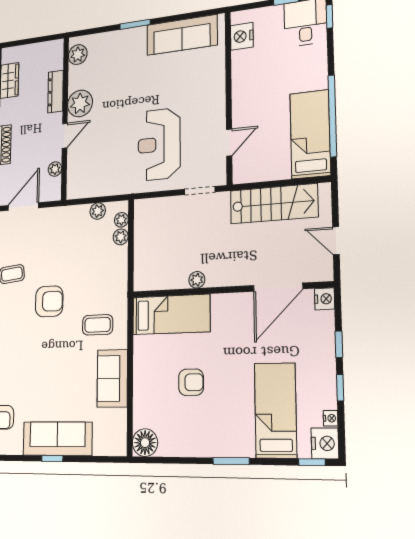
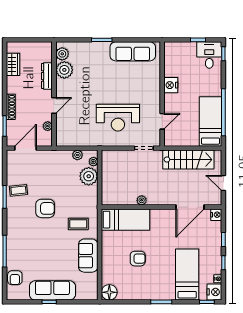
nightstand: (242, 36) -> (171, 85), moved
plant: (80, 103) -> (64, 70), moved
reception desk: (159, 144) -> (118, 118), turned -90
plant: (121, 237) -> (89, 176), width x1.87, depth x1.87

